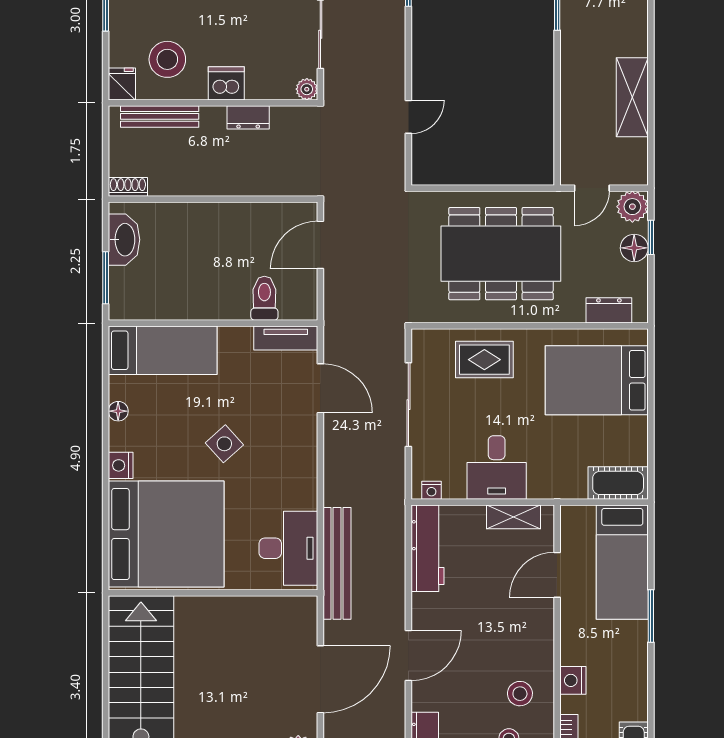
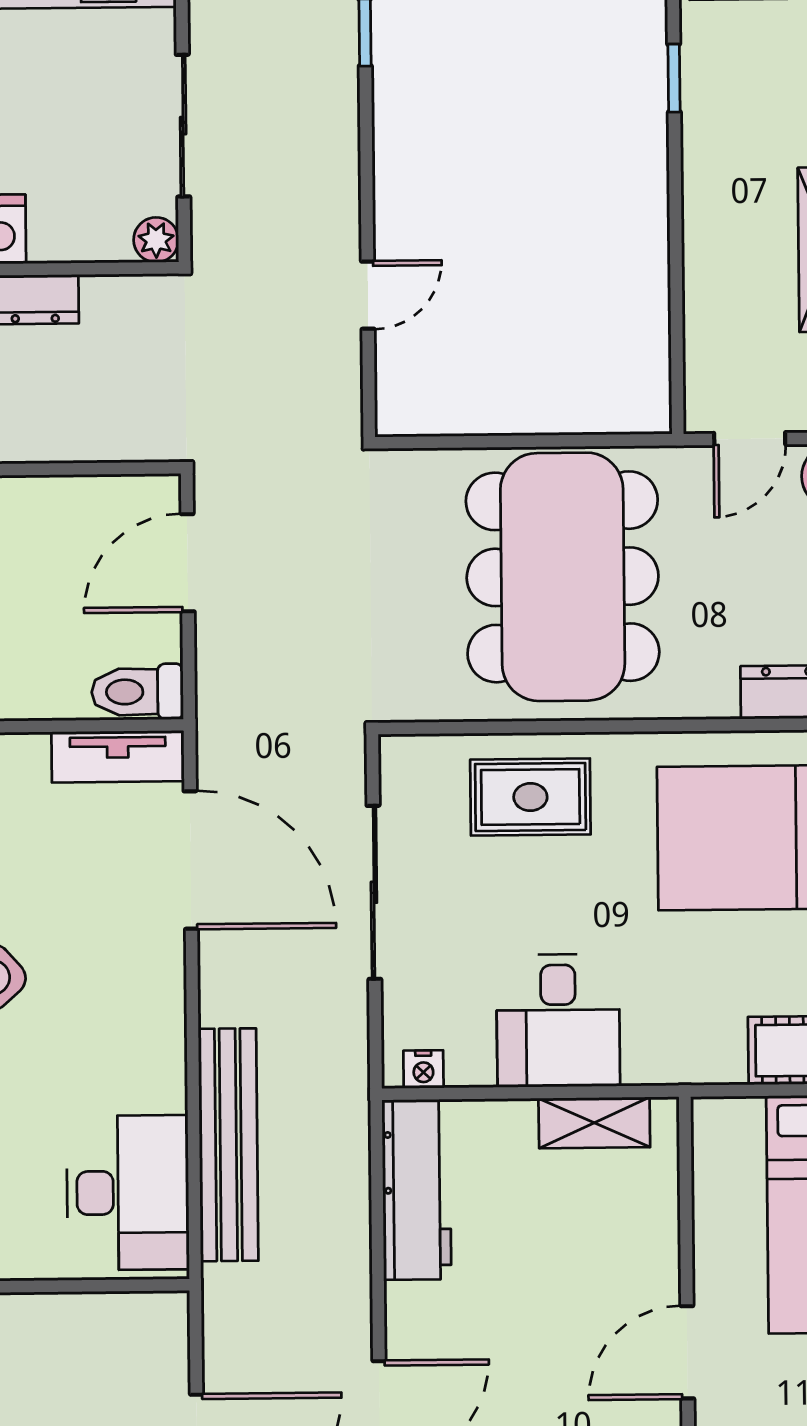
dining table: (501, 254) -> (563, 577), turned 90
toilet: (264, 298) -> (137, 692), moved, turned -90
door: (320, 388) -> (191, 860), width x1.36
bench: (337, 563) -> (228, 1145), moved
door: (557, 575) -> (687, 1352), moved

